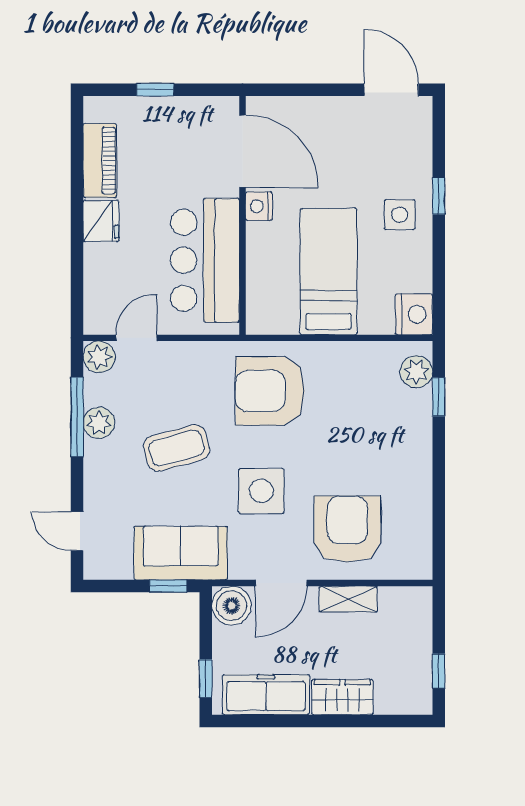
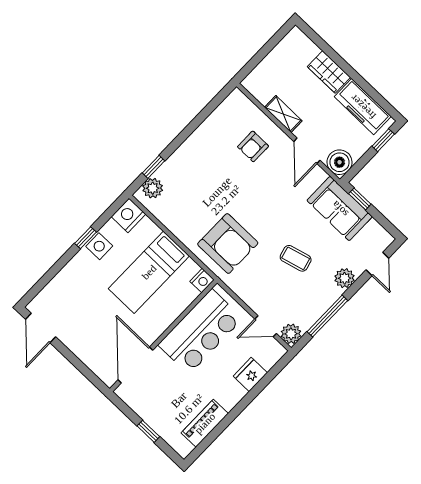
window: (439, 196) -> (85, 238), moved
nightstand: (259, 206) -> (202, 281), moved
side table: (400, 215) -> (99, 246), moved
fridge: (101, 221) -> (250, 375), moved
plant: (99, 423) -> (345, 278), moved
coffee table: (177, 448) -> (296, 258), width x0.73, depth x0.77
side table: (261, 491) -> (276, 202), removed
armchair: (347, 529) -> (253, 146), width x0.53, depth x0.53
door: (281, 583) -> (307, 151), swing flipped
window: (439, 671) -> (274, 42), removed

